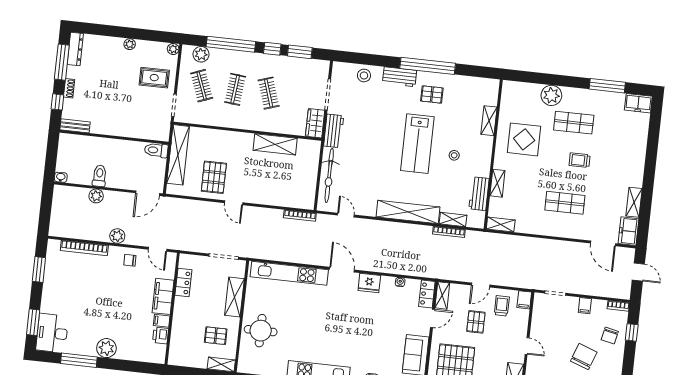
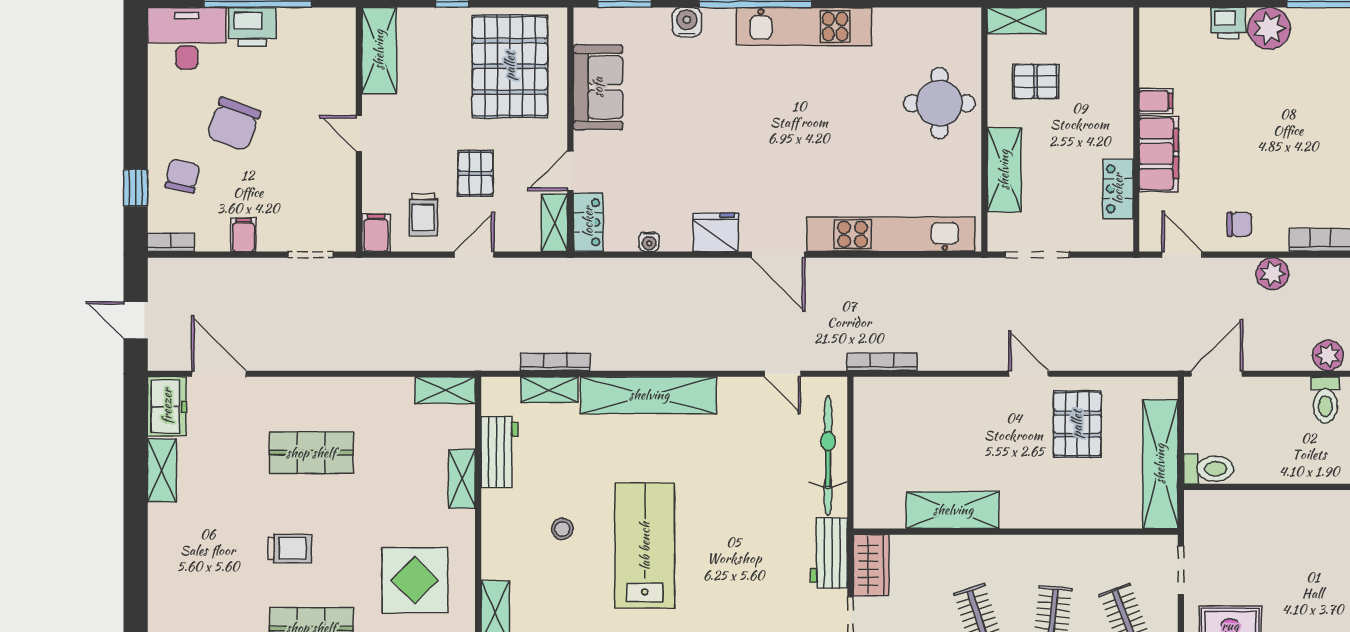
printer: (161, 335) -> (1228, 23), moved, turned 90

